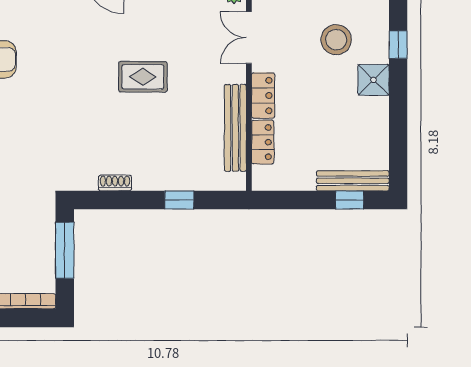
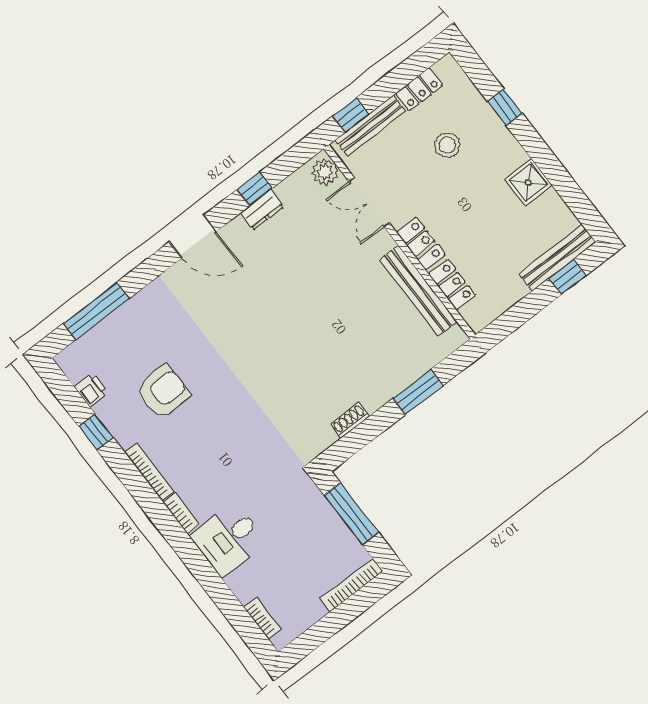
stool: (336, 40) -> (447, 145), width x0.73, depth x0.73
rug: (143, 77) -> (303, 308), removed
shower: (374, 80) -> (528, 182), moved
window: (179, 200) -> (418, 392), width x1.50

